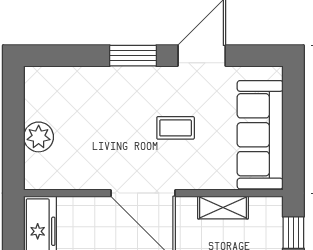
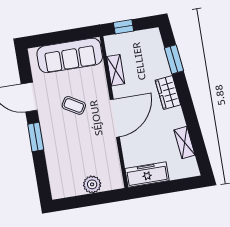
coffee table: (176, 128) -> (74, 105), turned -60

